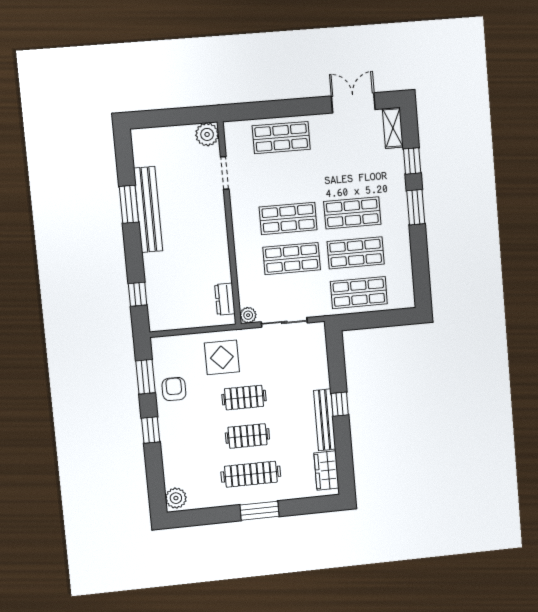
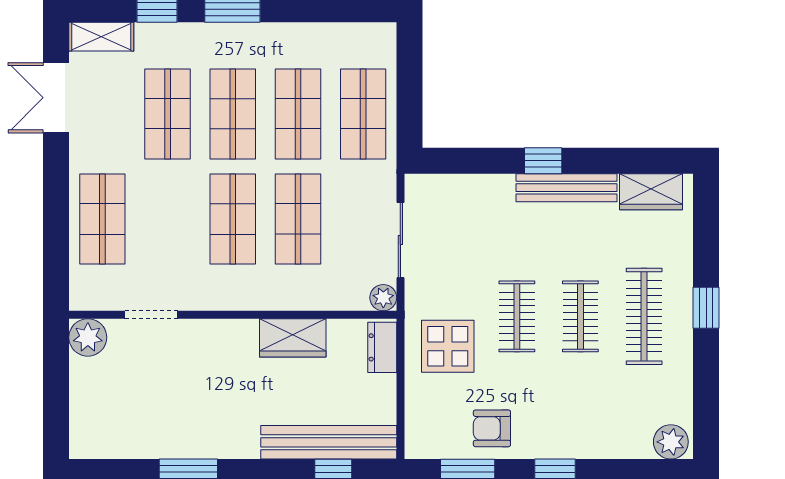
shop shelf: (349, 173) -> (168, 114), added
bench: (148, 210) -> (329, 442), moved
wardrobe: (218, 262) -> (293, 338), added
dresser: (225, 299) -> (382, 347), moved, turned 90
window: (259, 511) -> (706, 308), width x0.67

